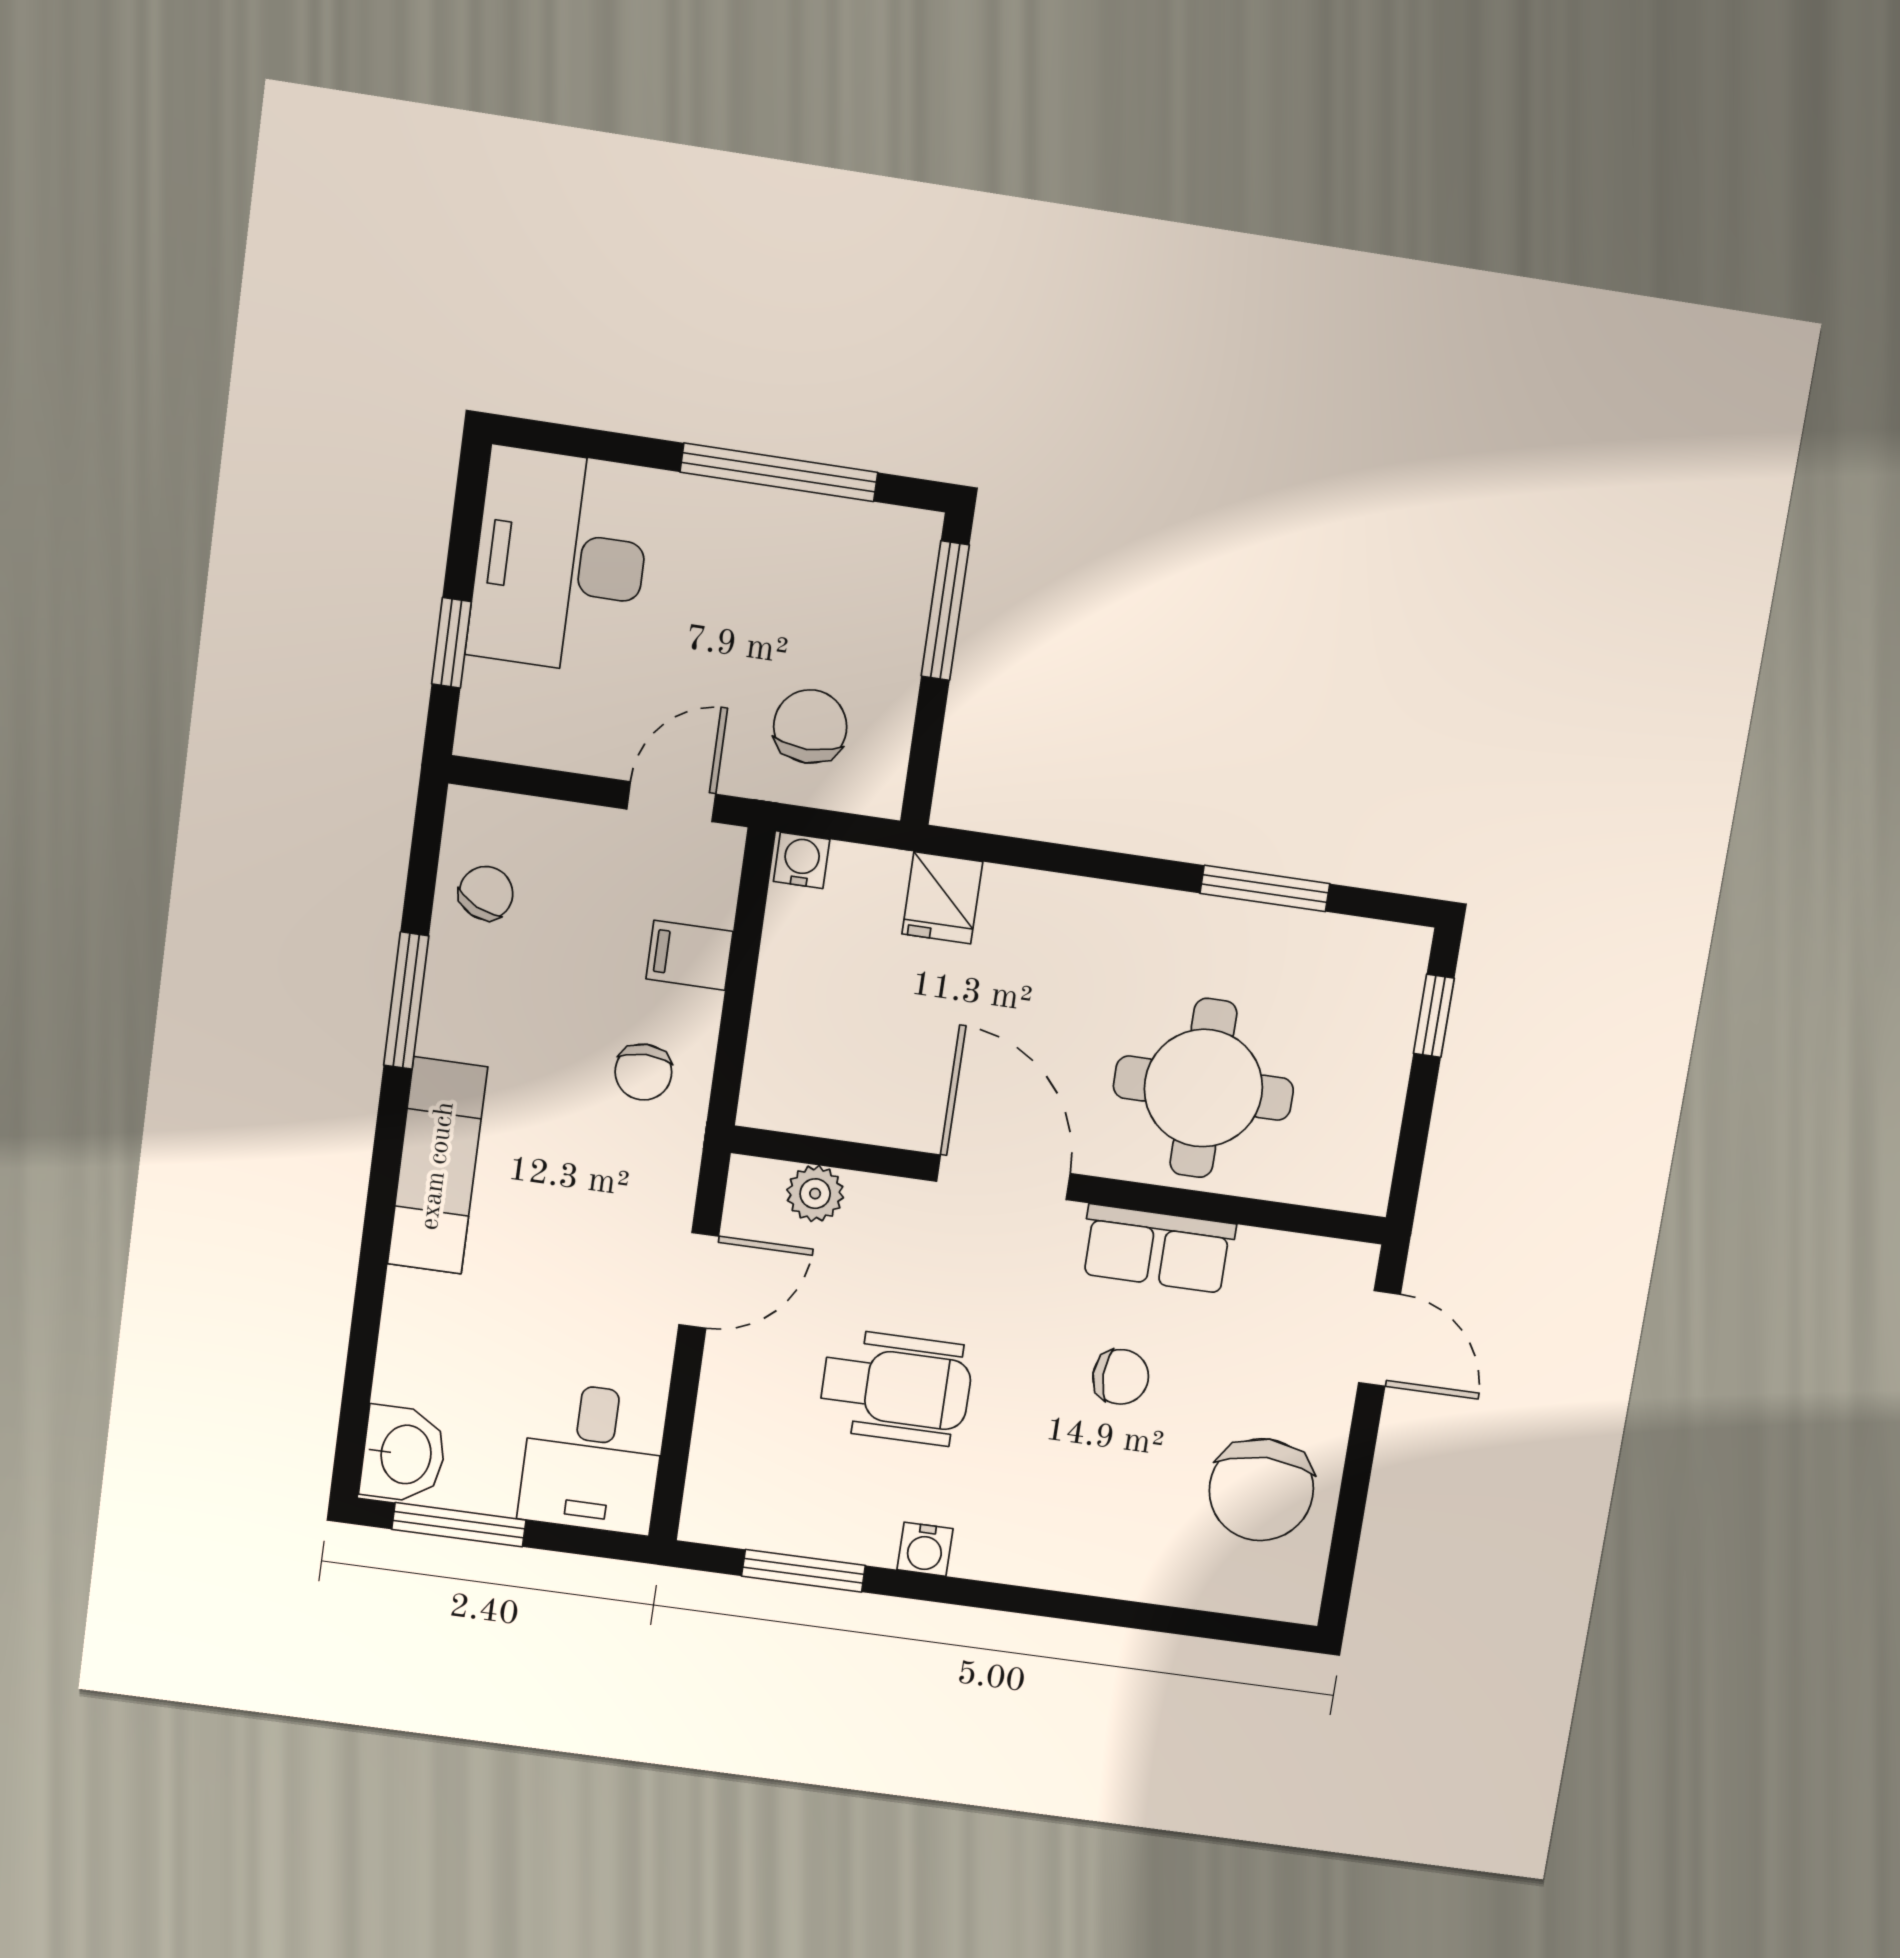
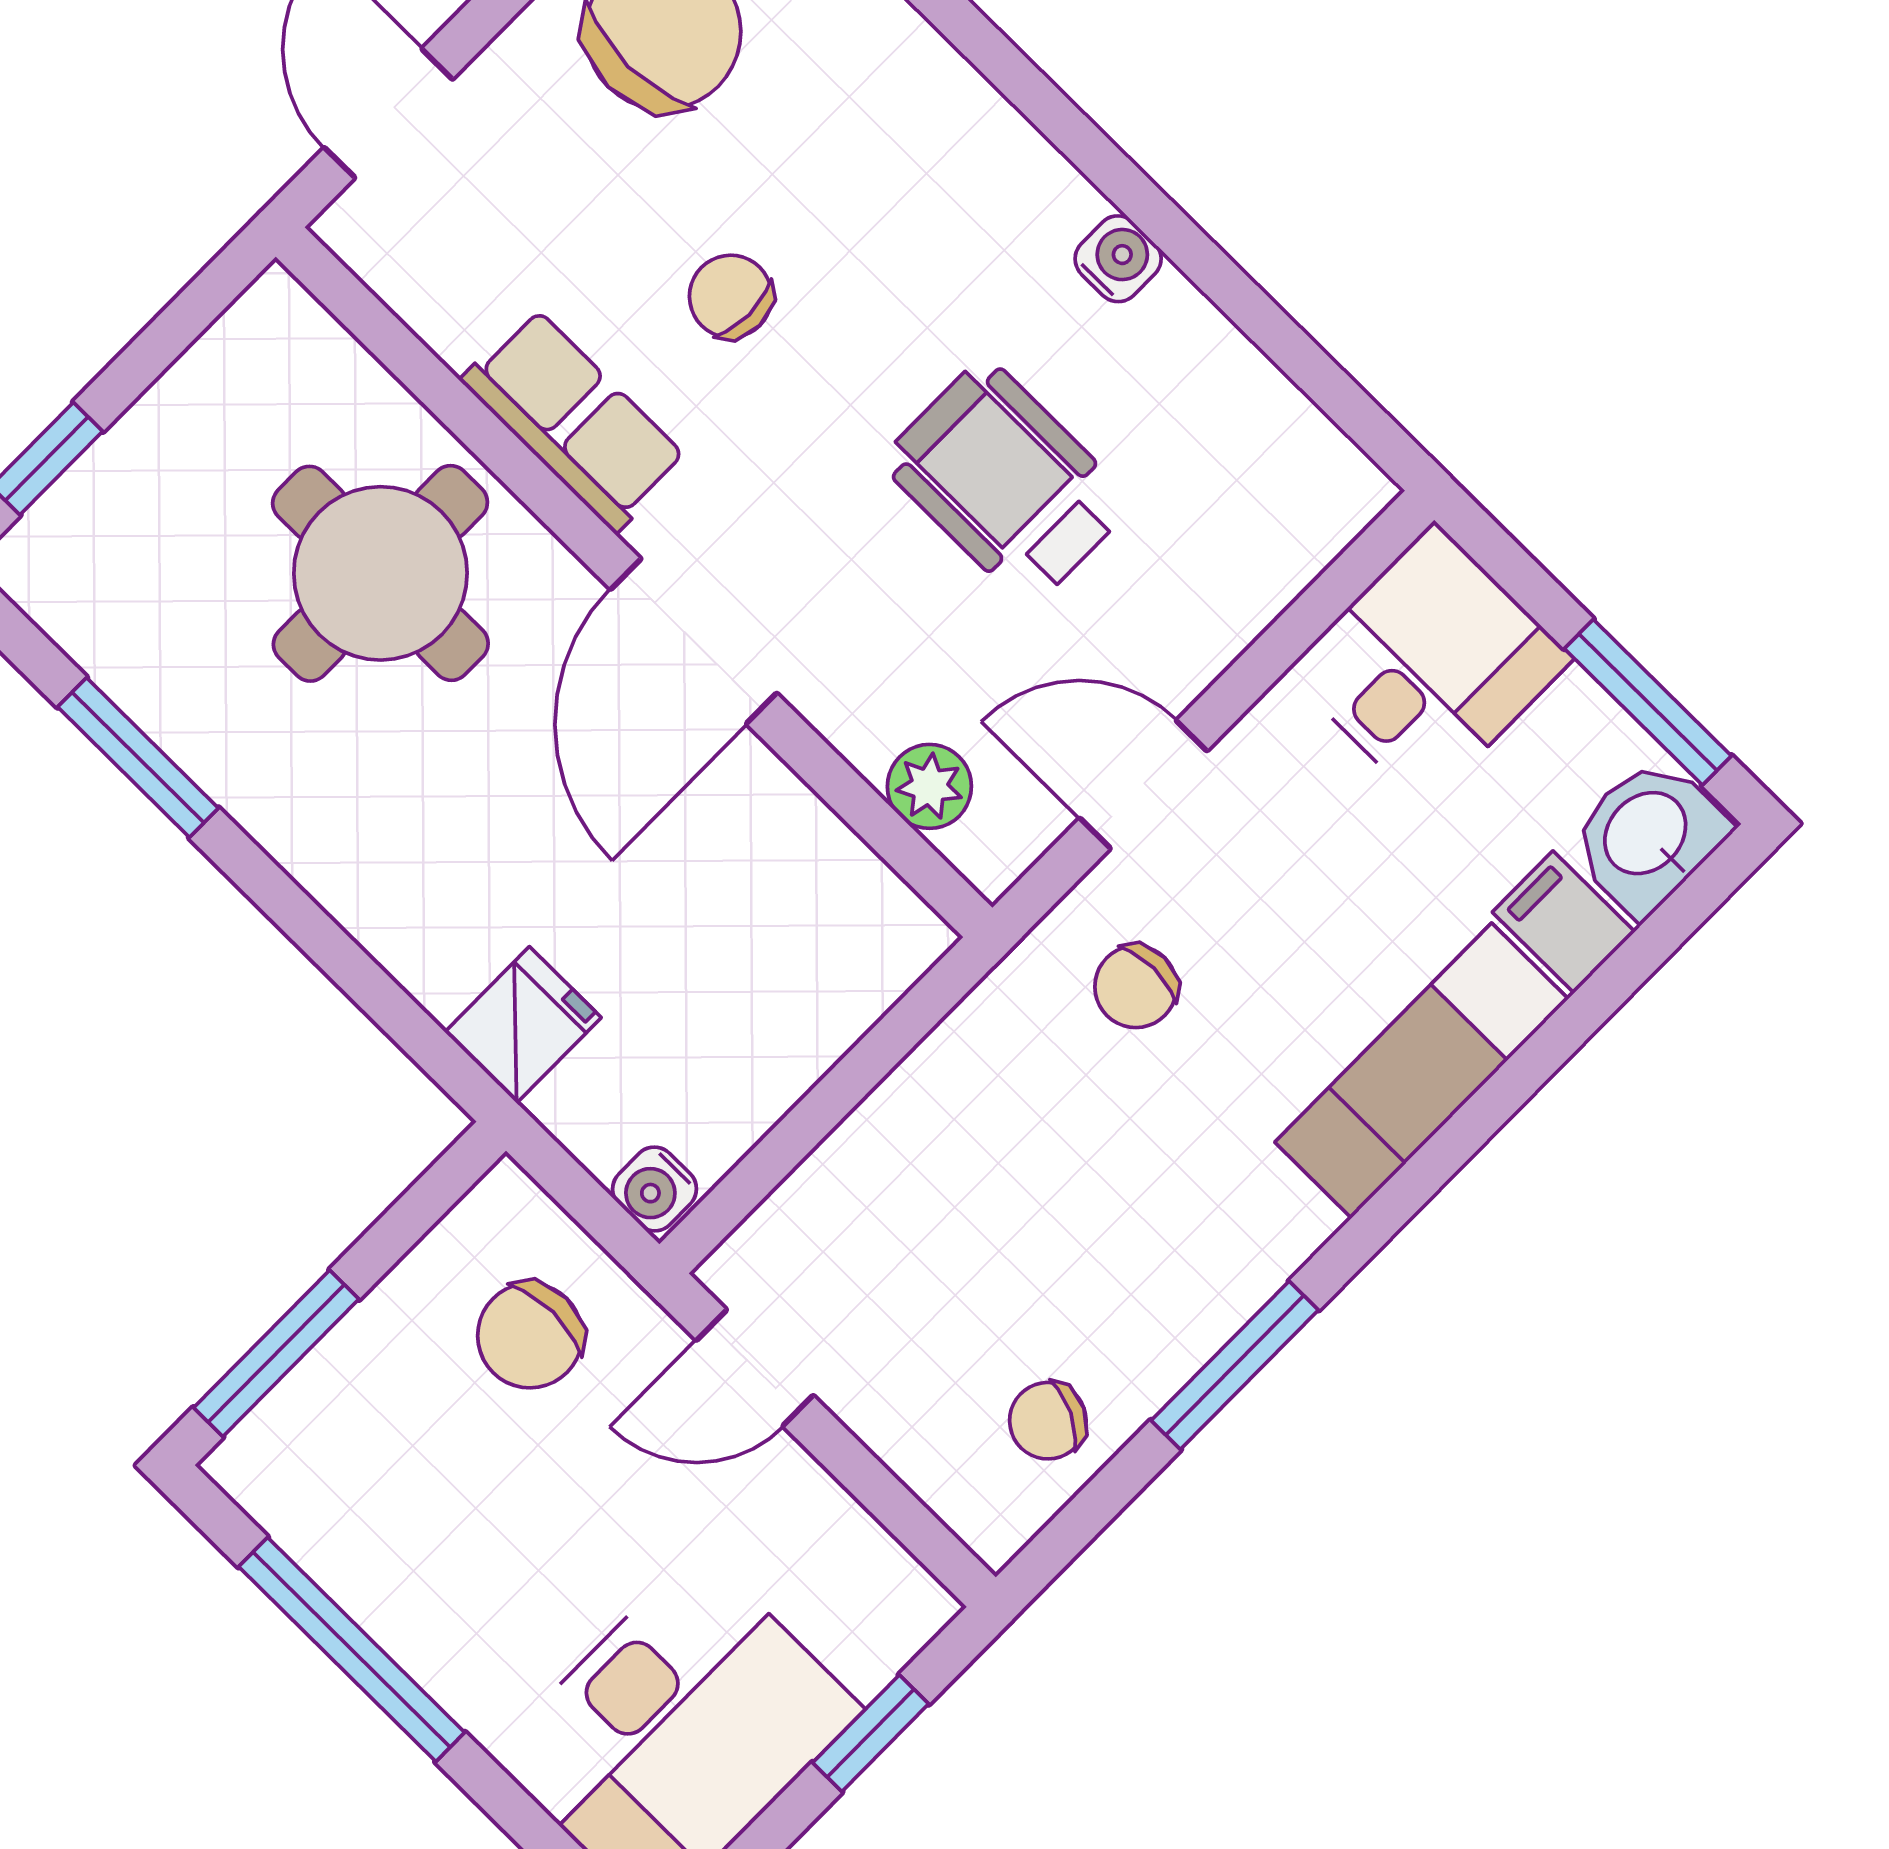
filing cabinet: (689, 955) -> (1564, 922), moved, turned 180
chair: (643, 1072) -> (1136, 987), moved, turned 180
exam couch: (438, 1166) -> (1421, 1071), moved
window: (804, 1571) -> (1282, 340), removed

